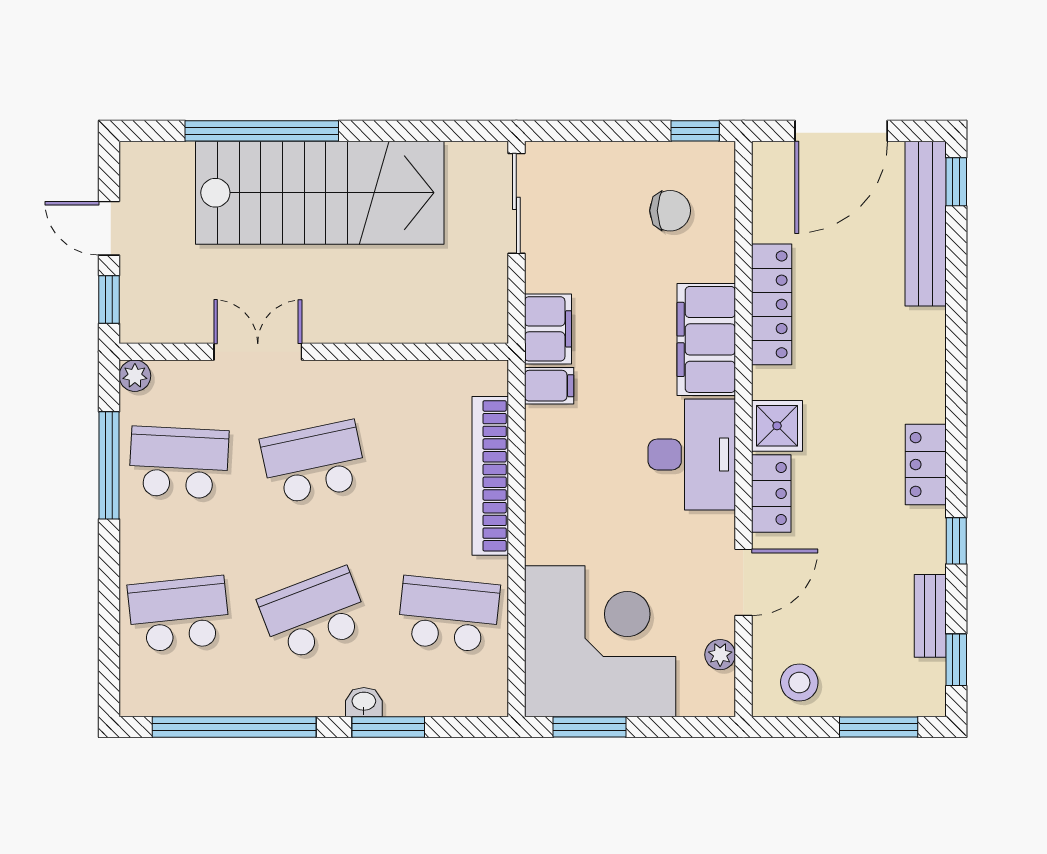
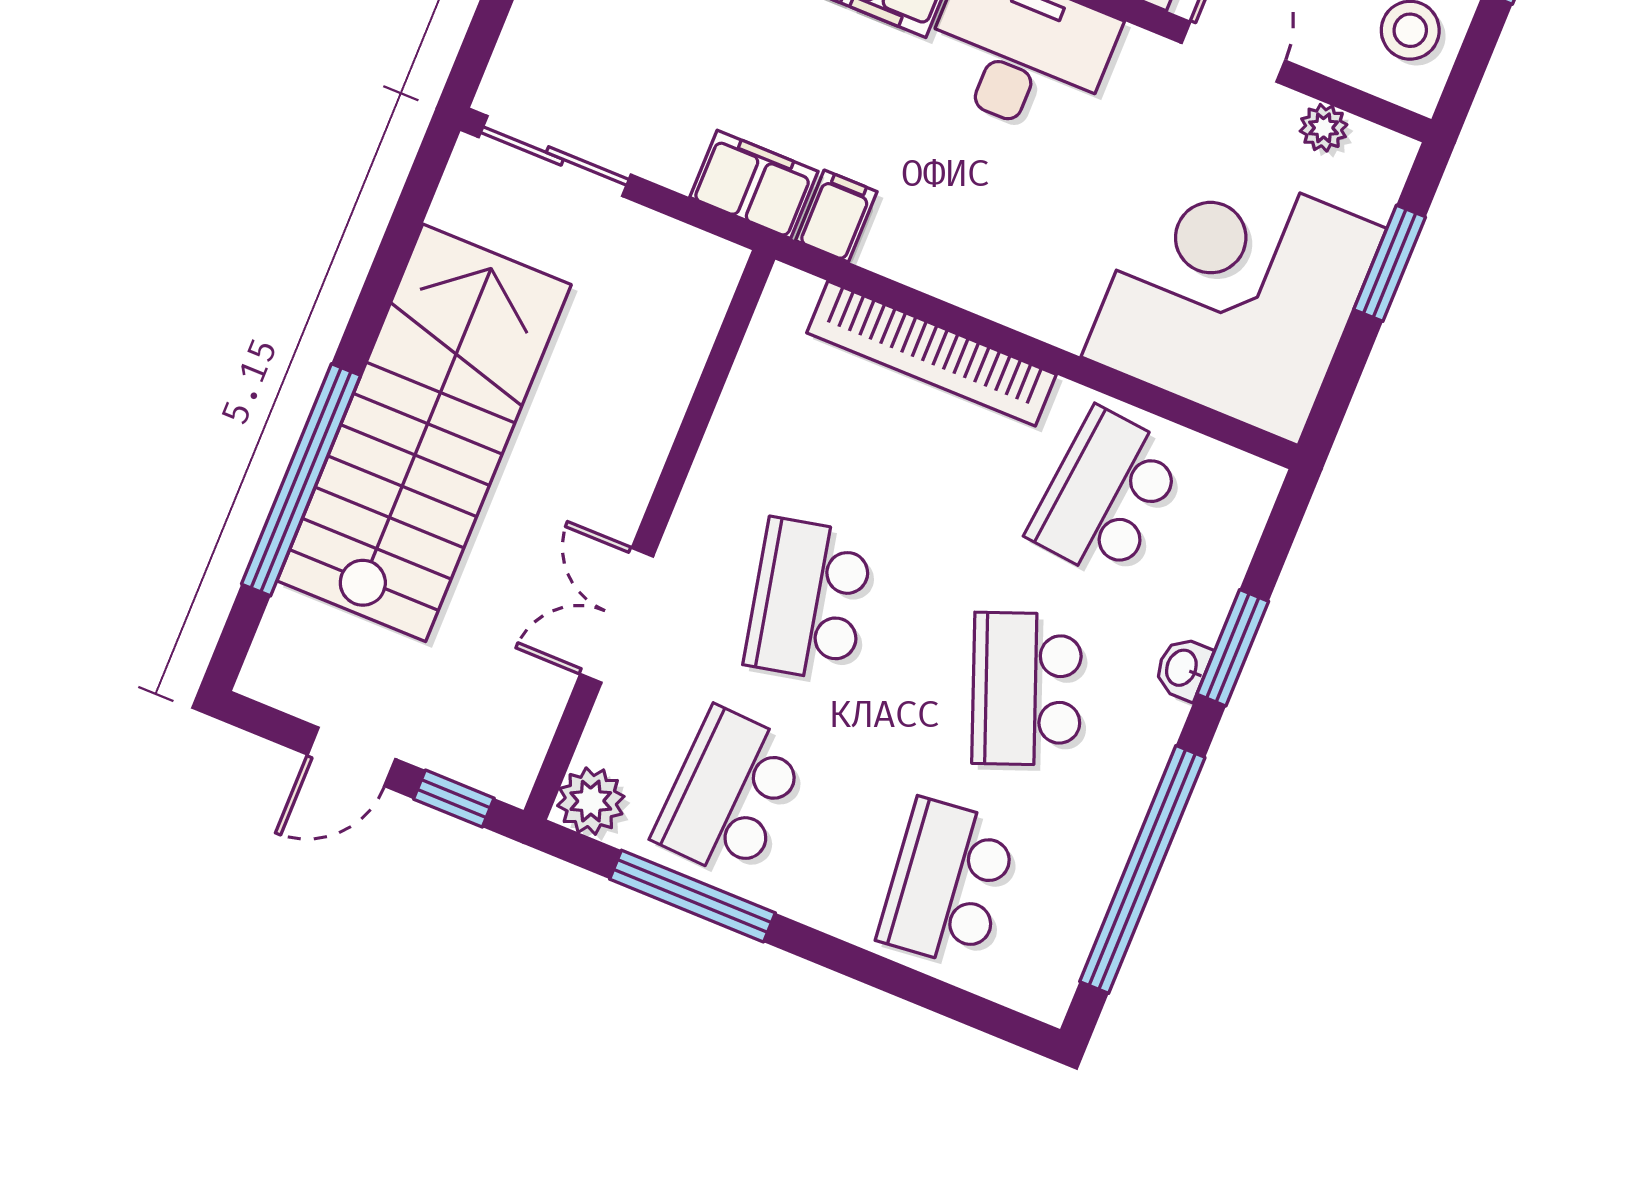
plant: (135, 376) -> (591, 801), width x1.38, depth x1.38
window: (590, 727) -> (1390, 263), moved

